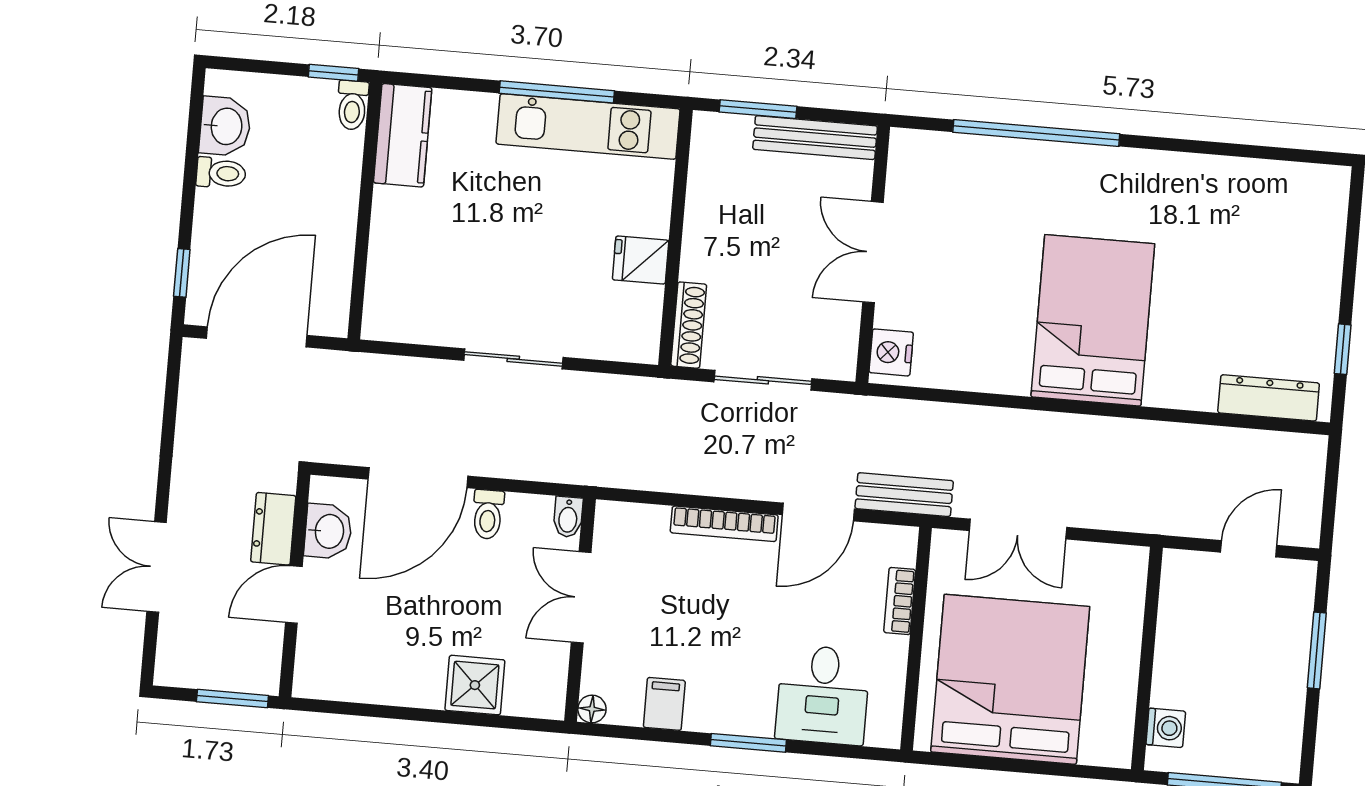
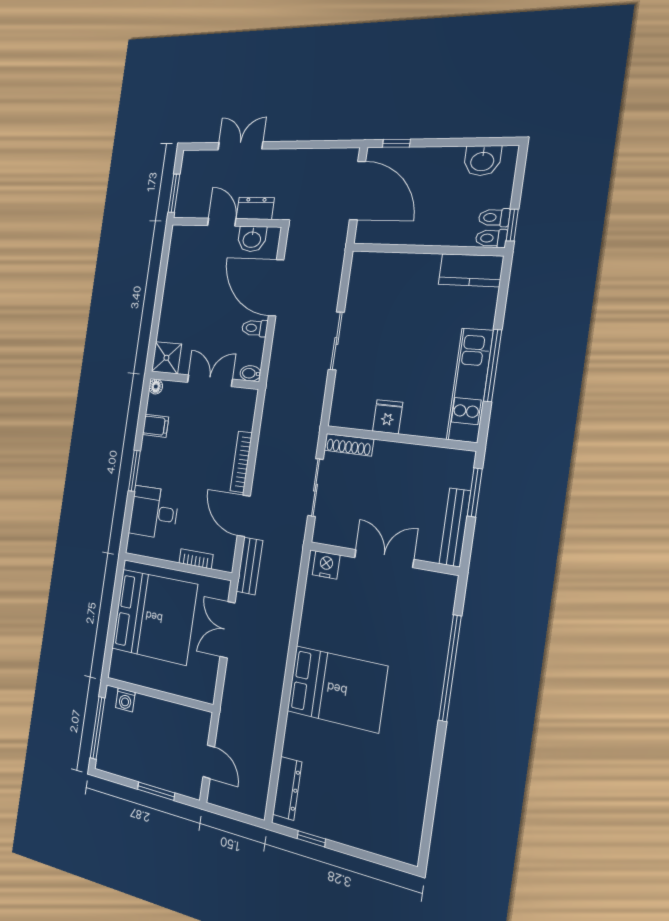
toilet: (221, 173) -> (494, 218), moved, turned 90
shower: (475, 685) -> (166, 358), moved

